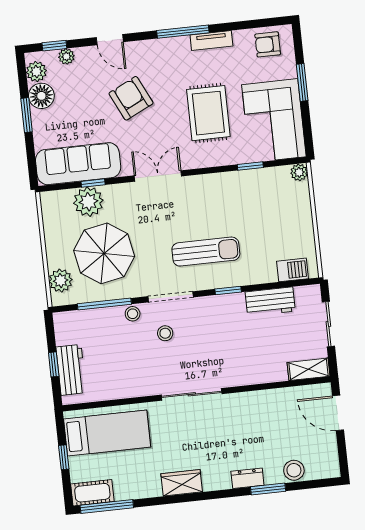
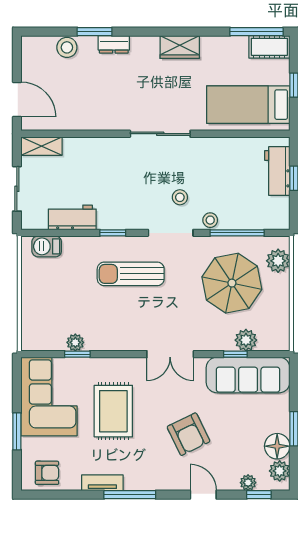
plant: (299, 172) -> (75, 342), moved
plant: (88, 202) -> (246, 340), width x0.73, depth x0.73

